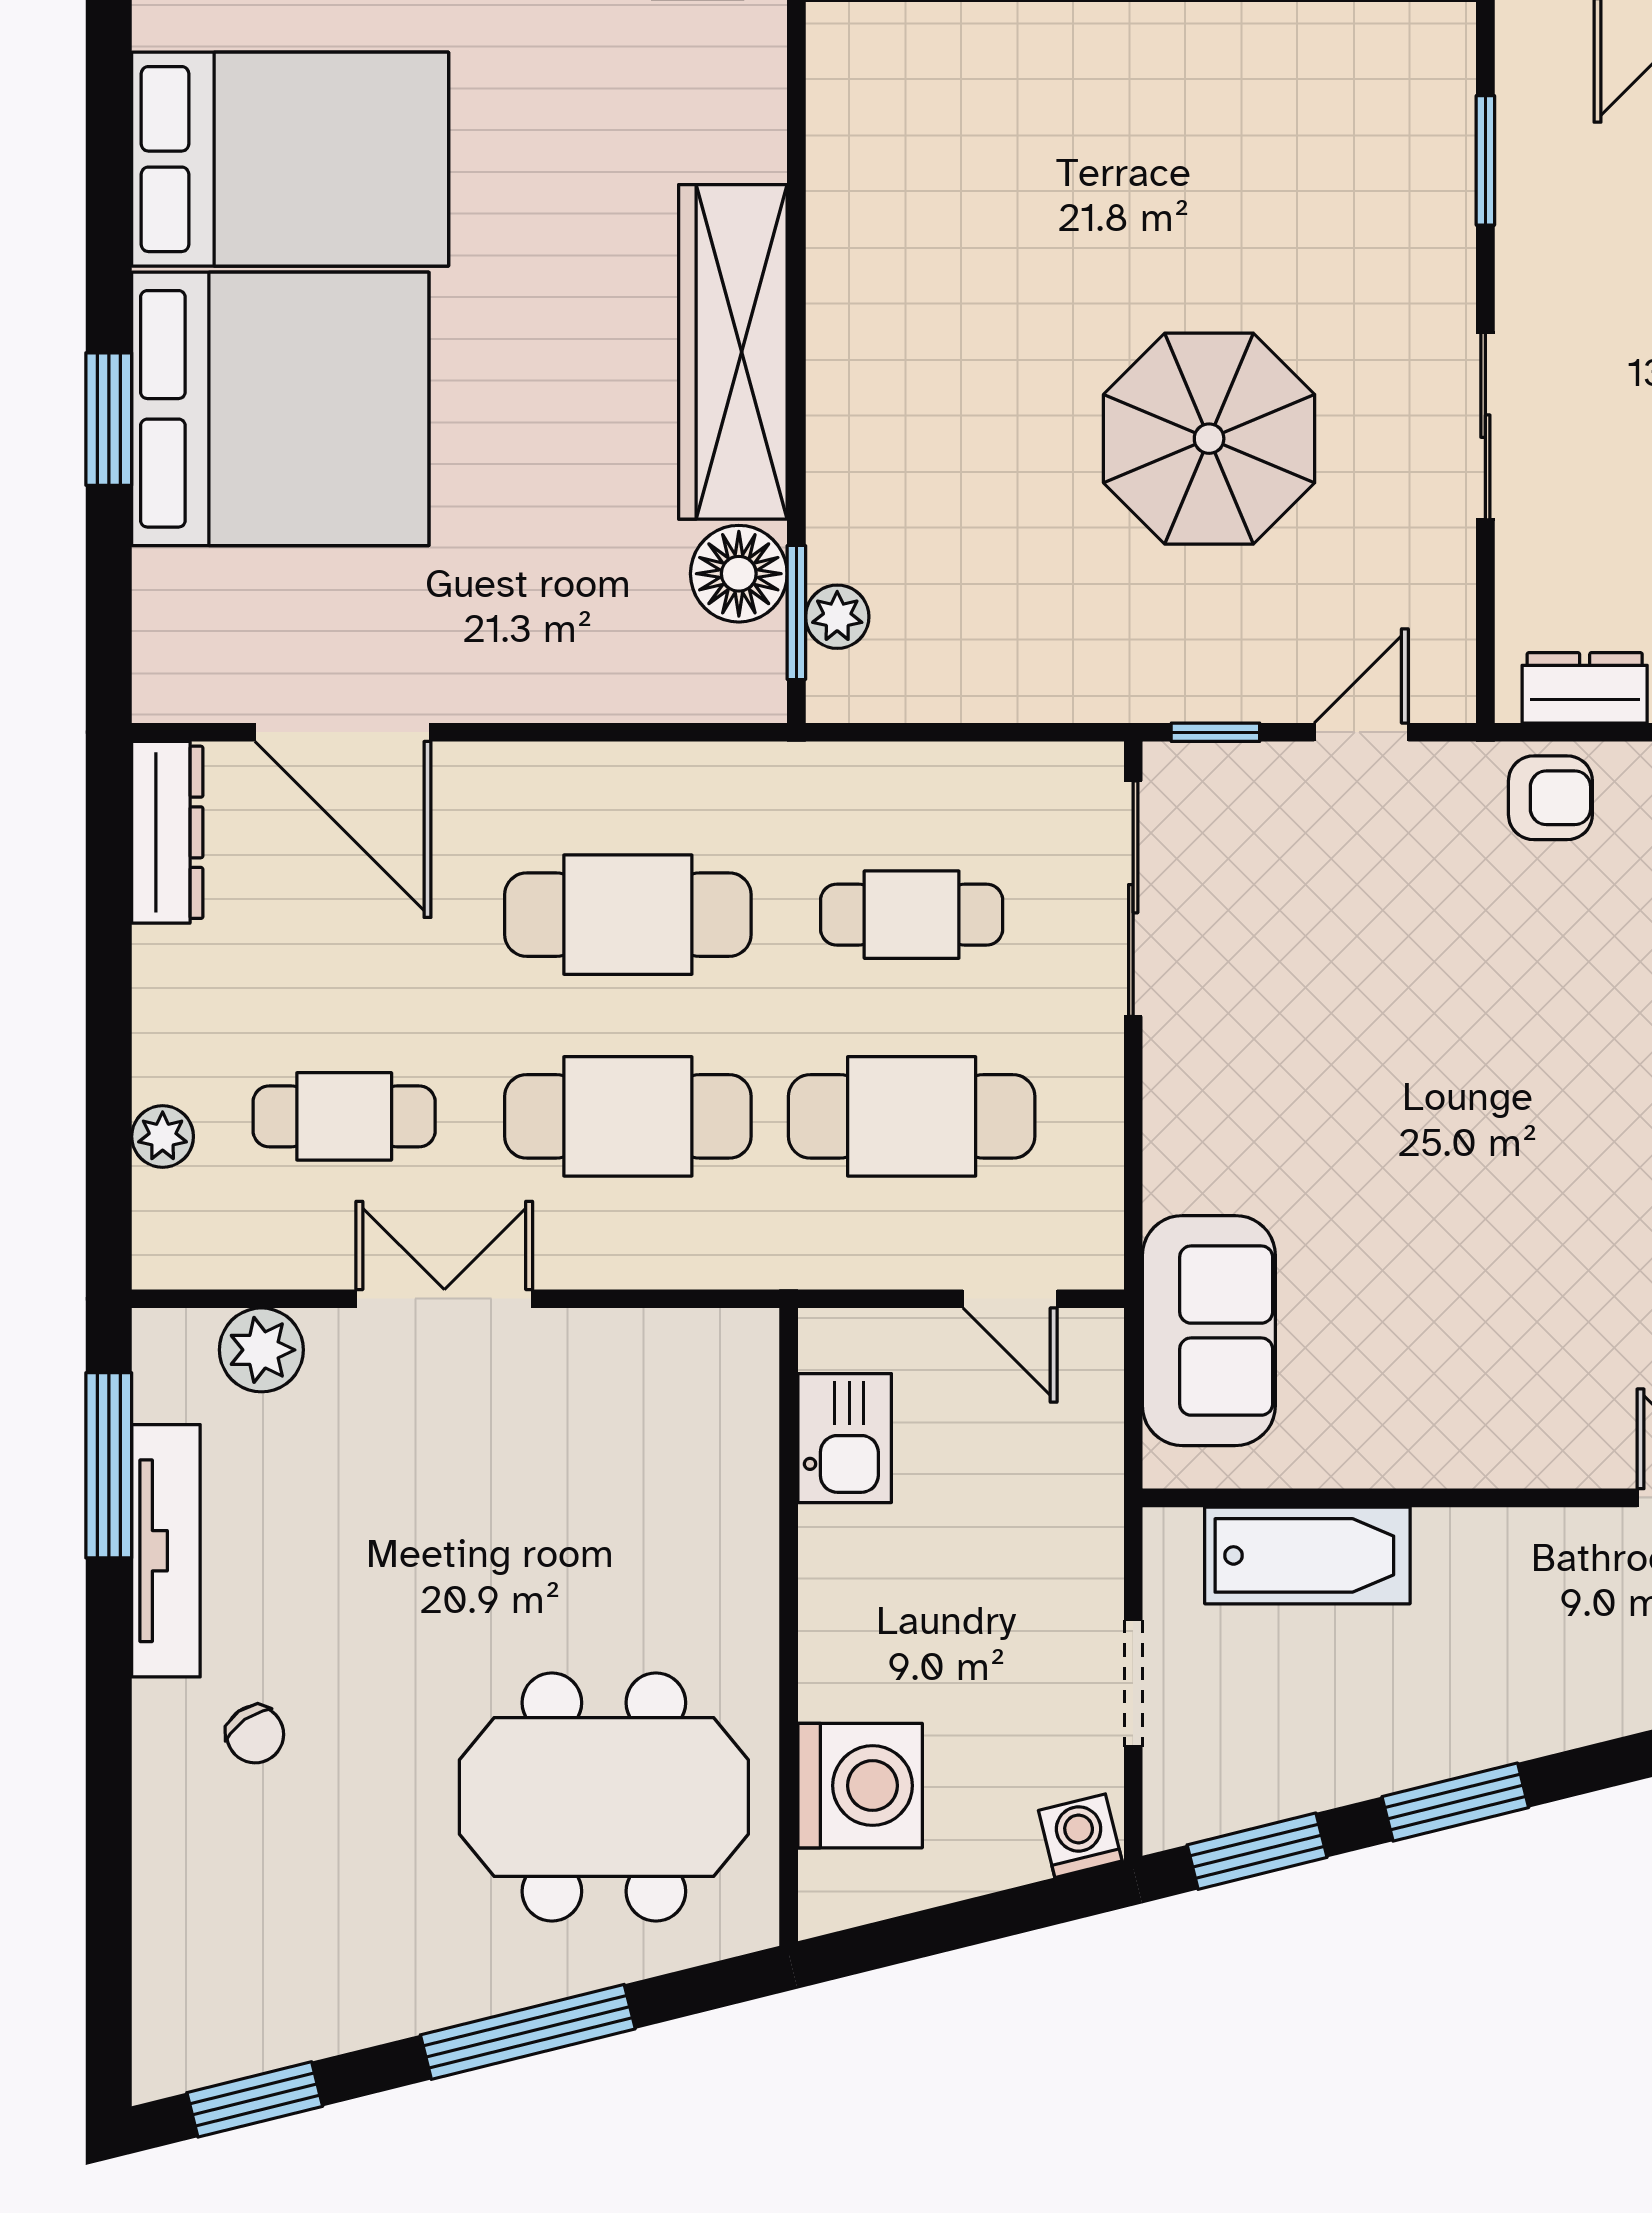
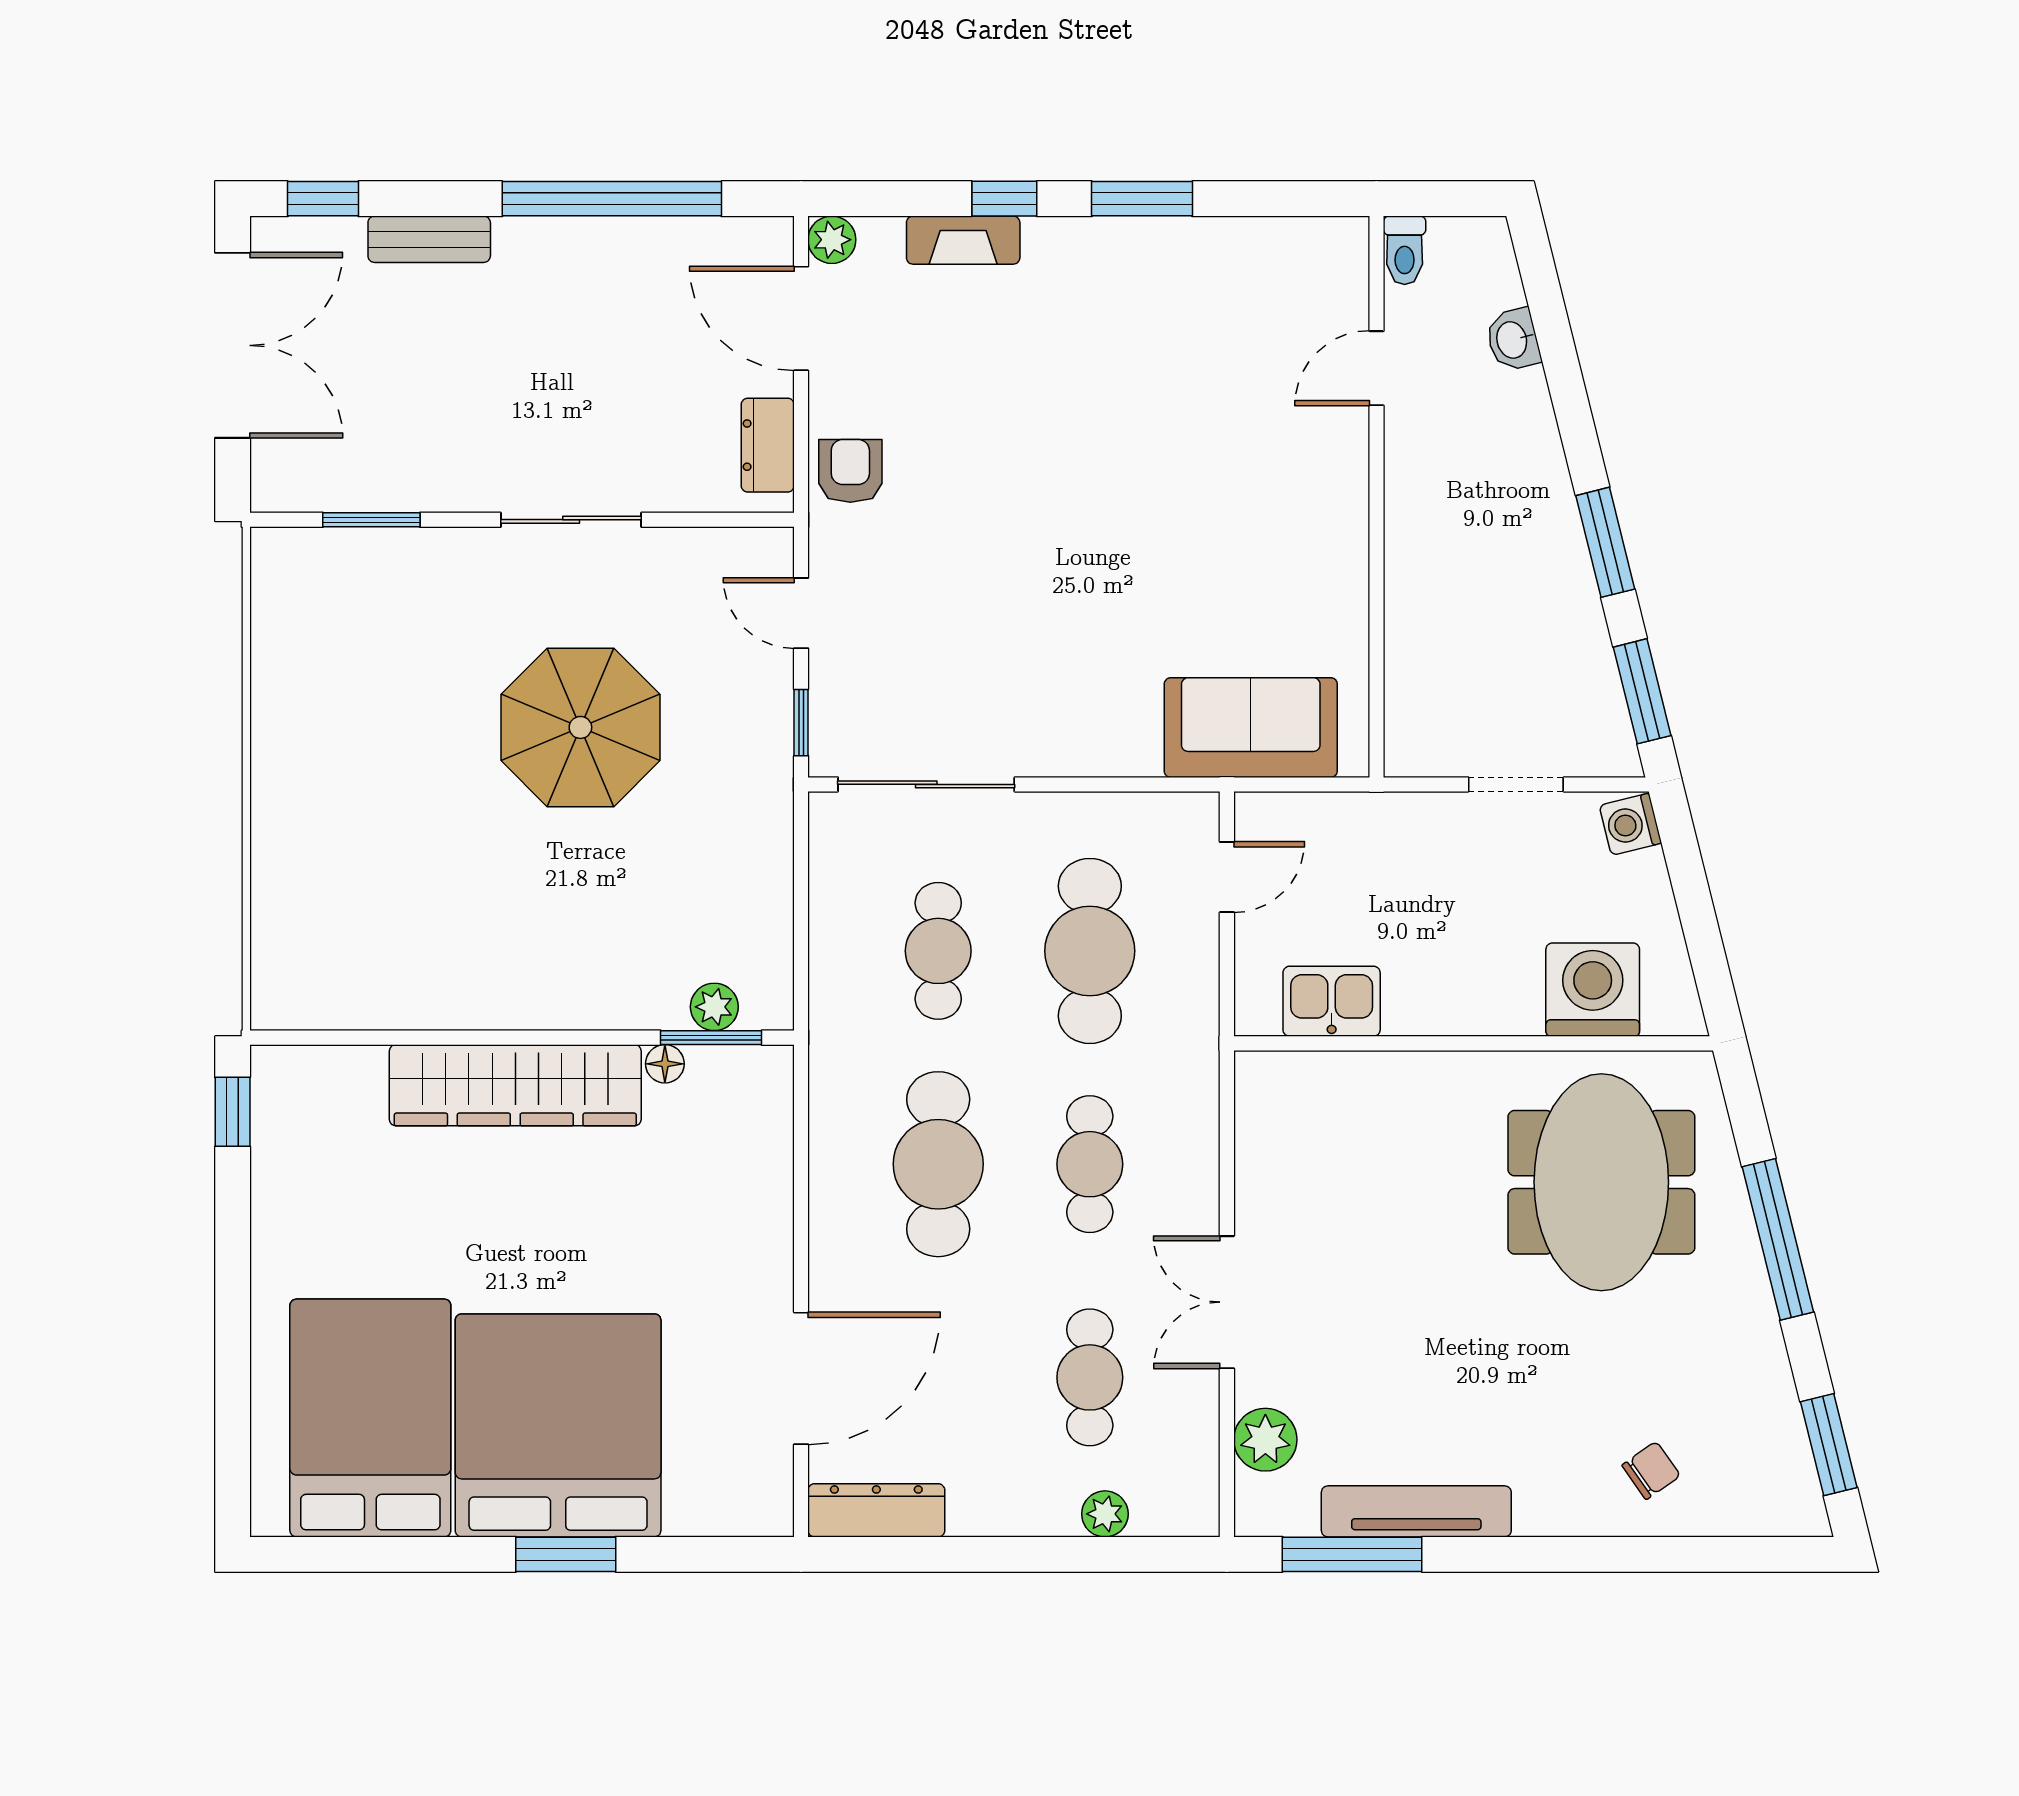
floor lamp: (739, 574) -> (665, 1064), width x0.53, depth x0.53
cafe table: (628, 1116) -> (1090, 1164), width x0.73, depth x0.74
bathtub: (1307, 1555) -> (1420, 653), removed
chair: (255, 1734) -> (1651, 1470), moved

